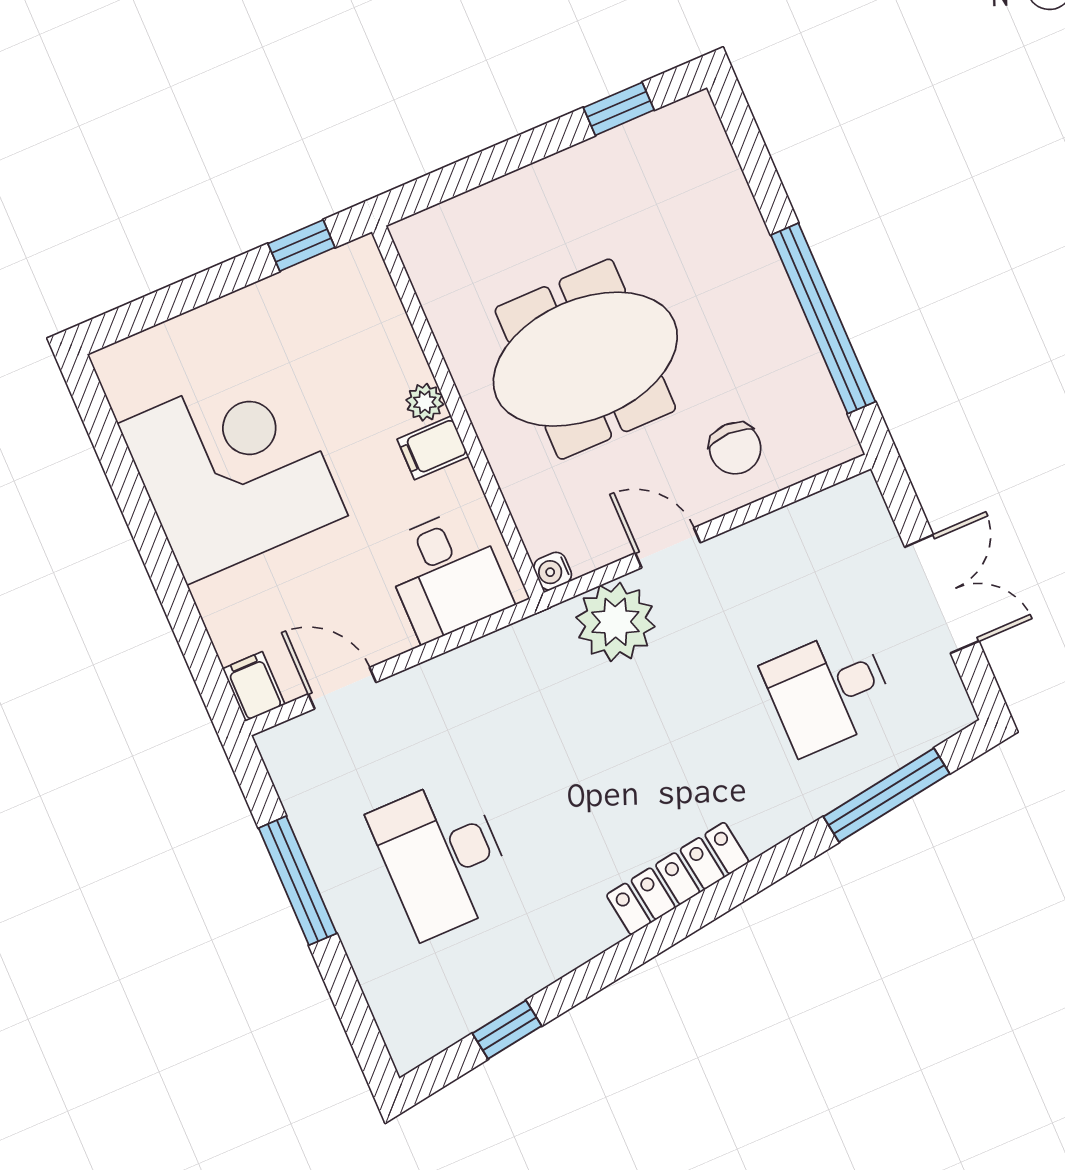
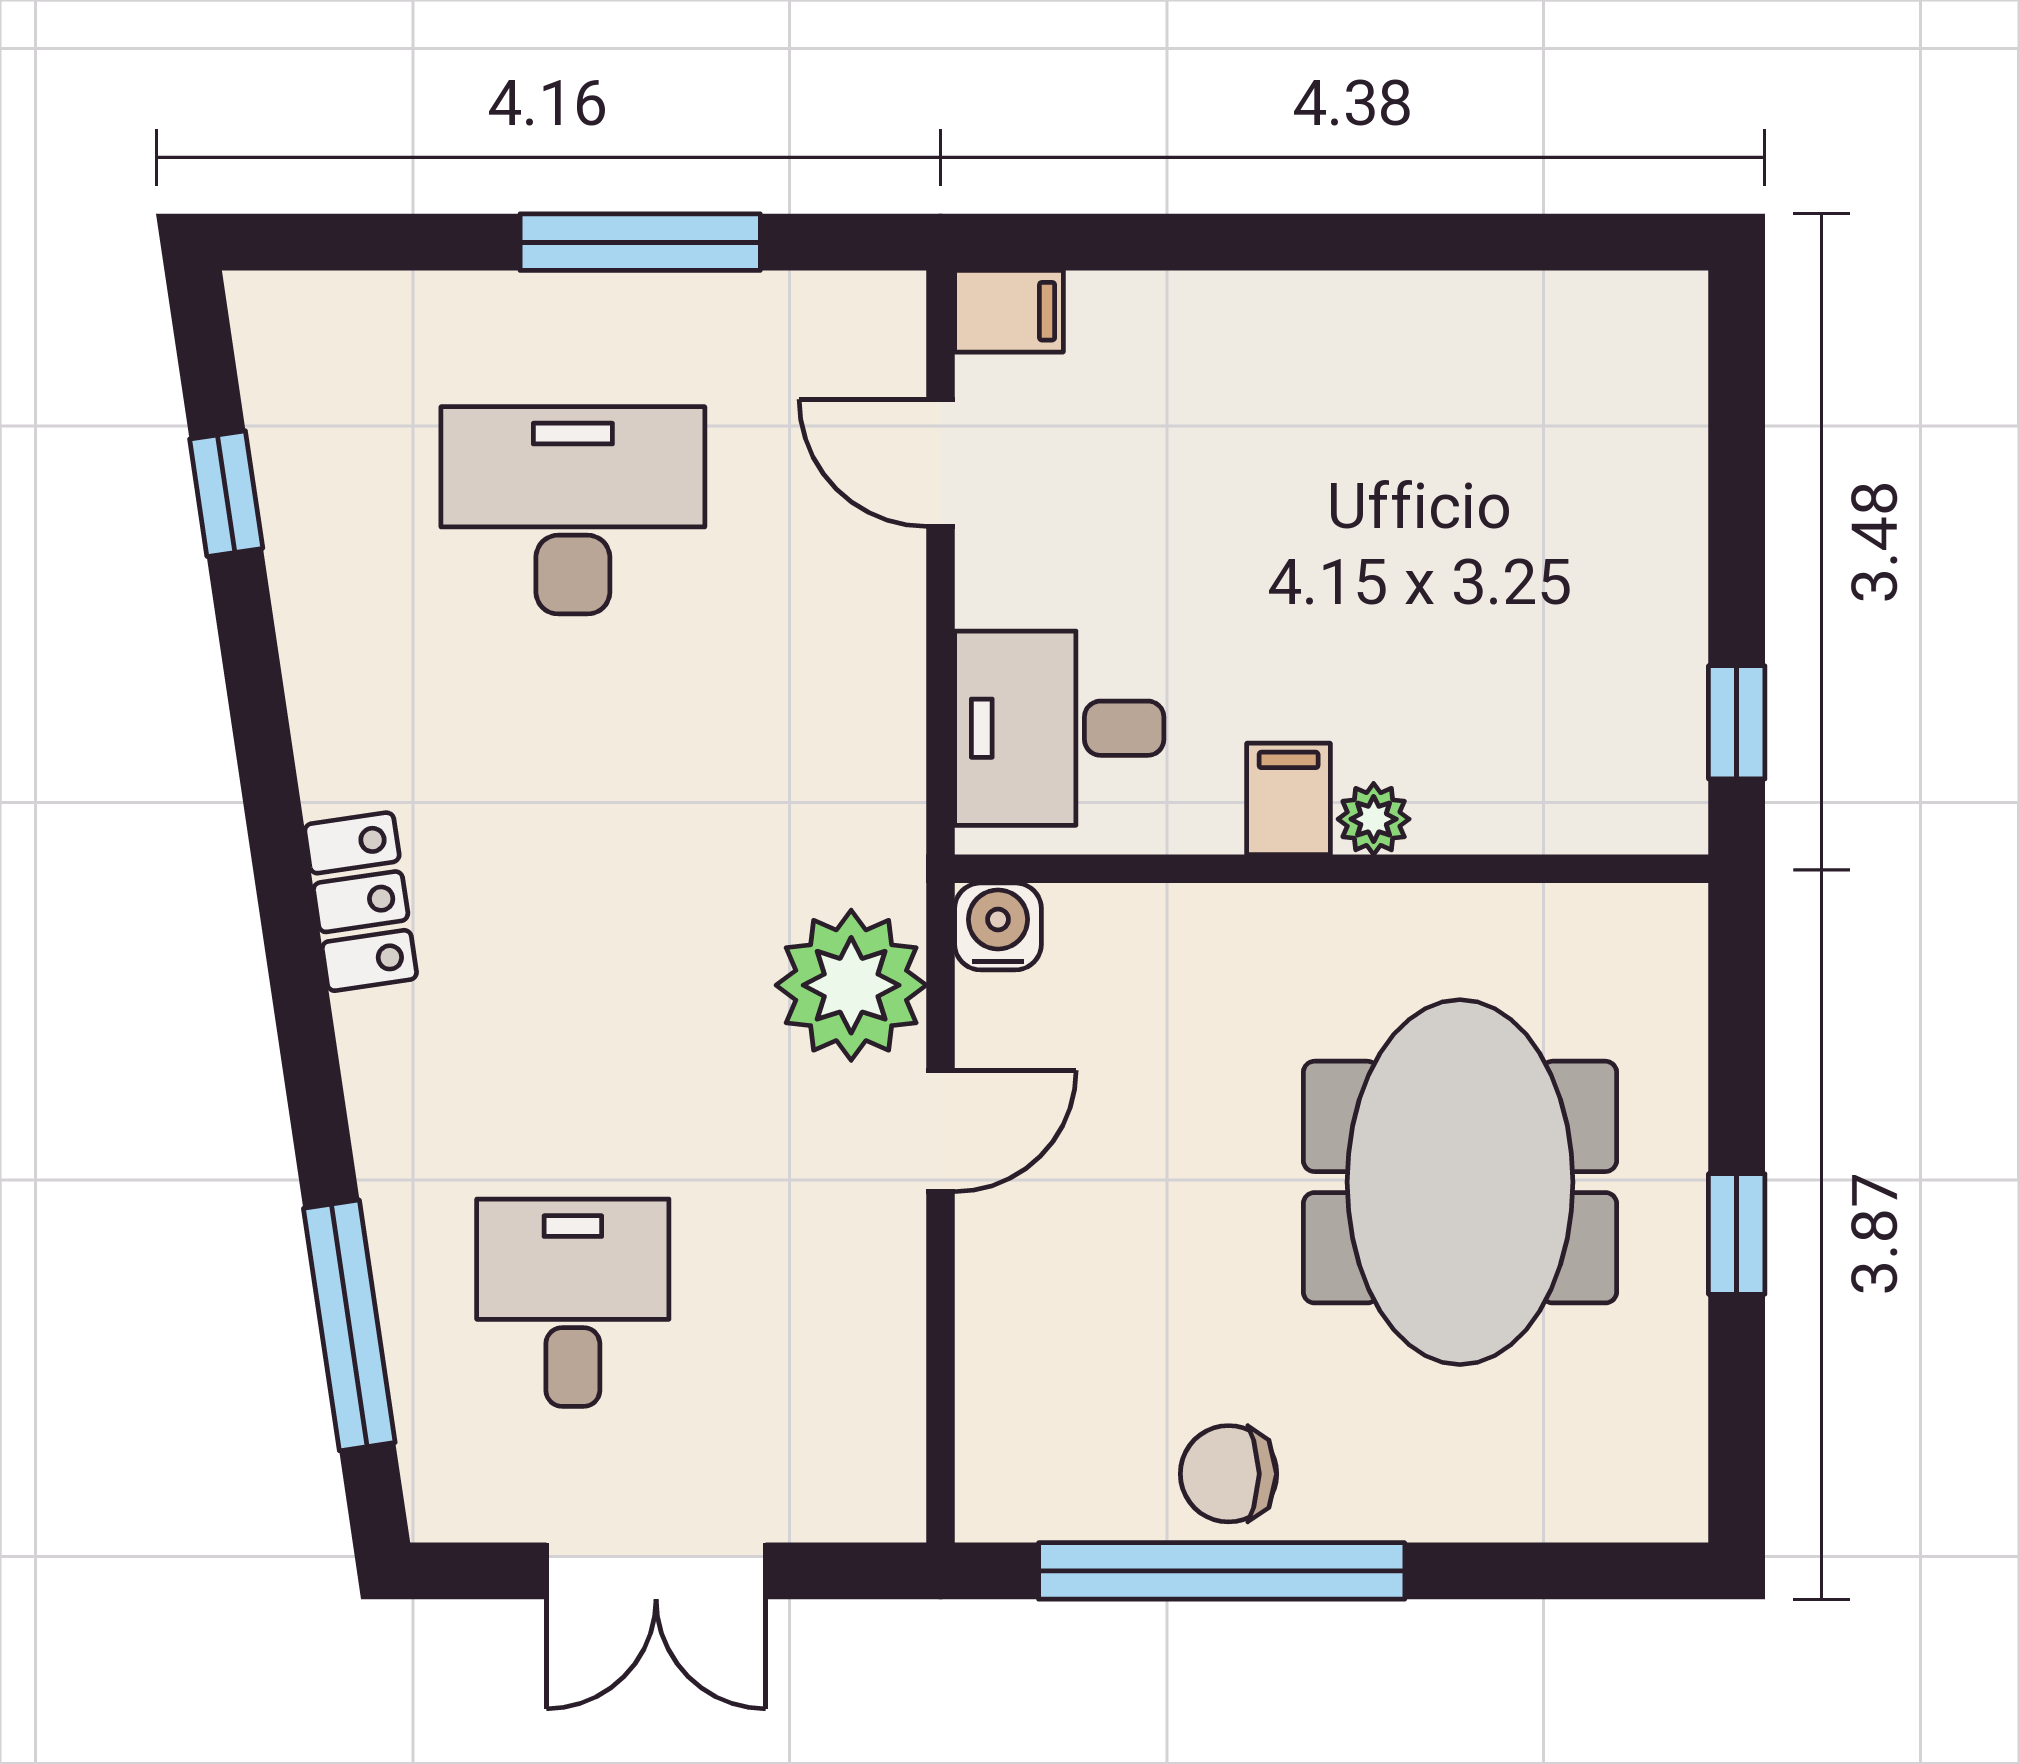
window: (619, 109) -> (1737, 1234), moved
meeting table: (585, 359) -> (1460, 1182), moved
chair: (735, 448) -> (1228, 1474), moved
corner desk: (233, 470) -> (1400, 436), removed
water cooler: (553, 571) -> (998, 926), width x1.38, depth x1.38
door: (342, 688) -> (940, 463), swing flipped
locker: (678, 878) -> (361, 902), width x0.66

